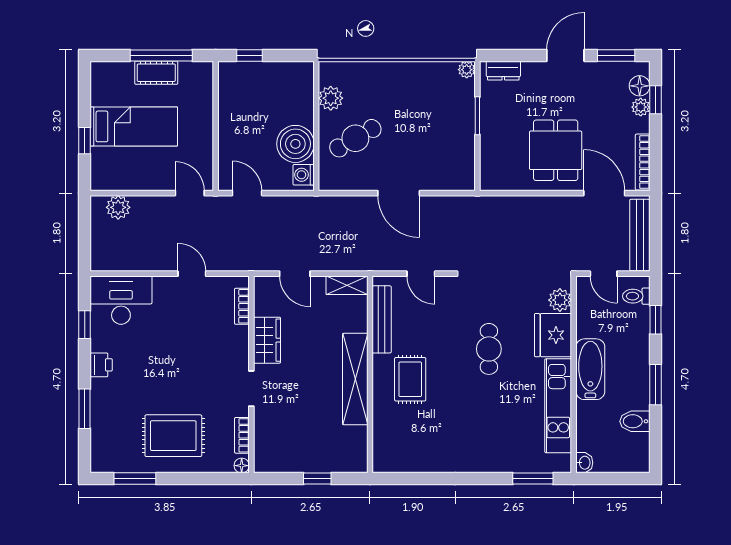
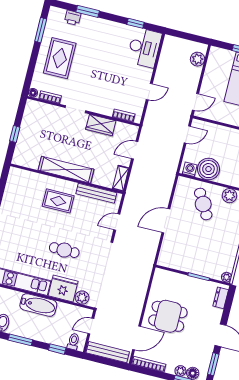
printer: (101, 365) -> (73, 18), moved

